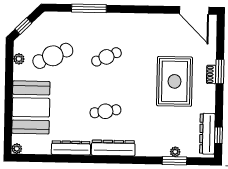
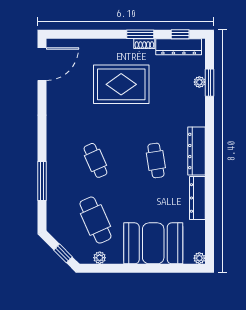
window: (220, 72) -> (140, 34), moved
shoe rack: (211, 74) -> (144, 44), moved

